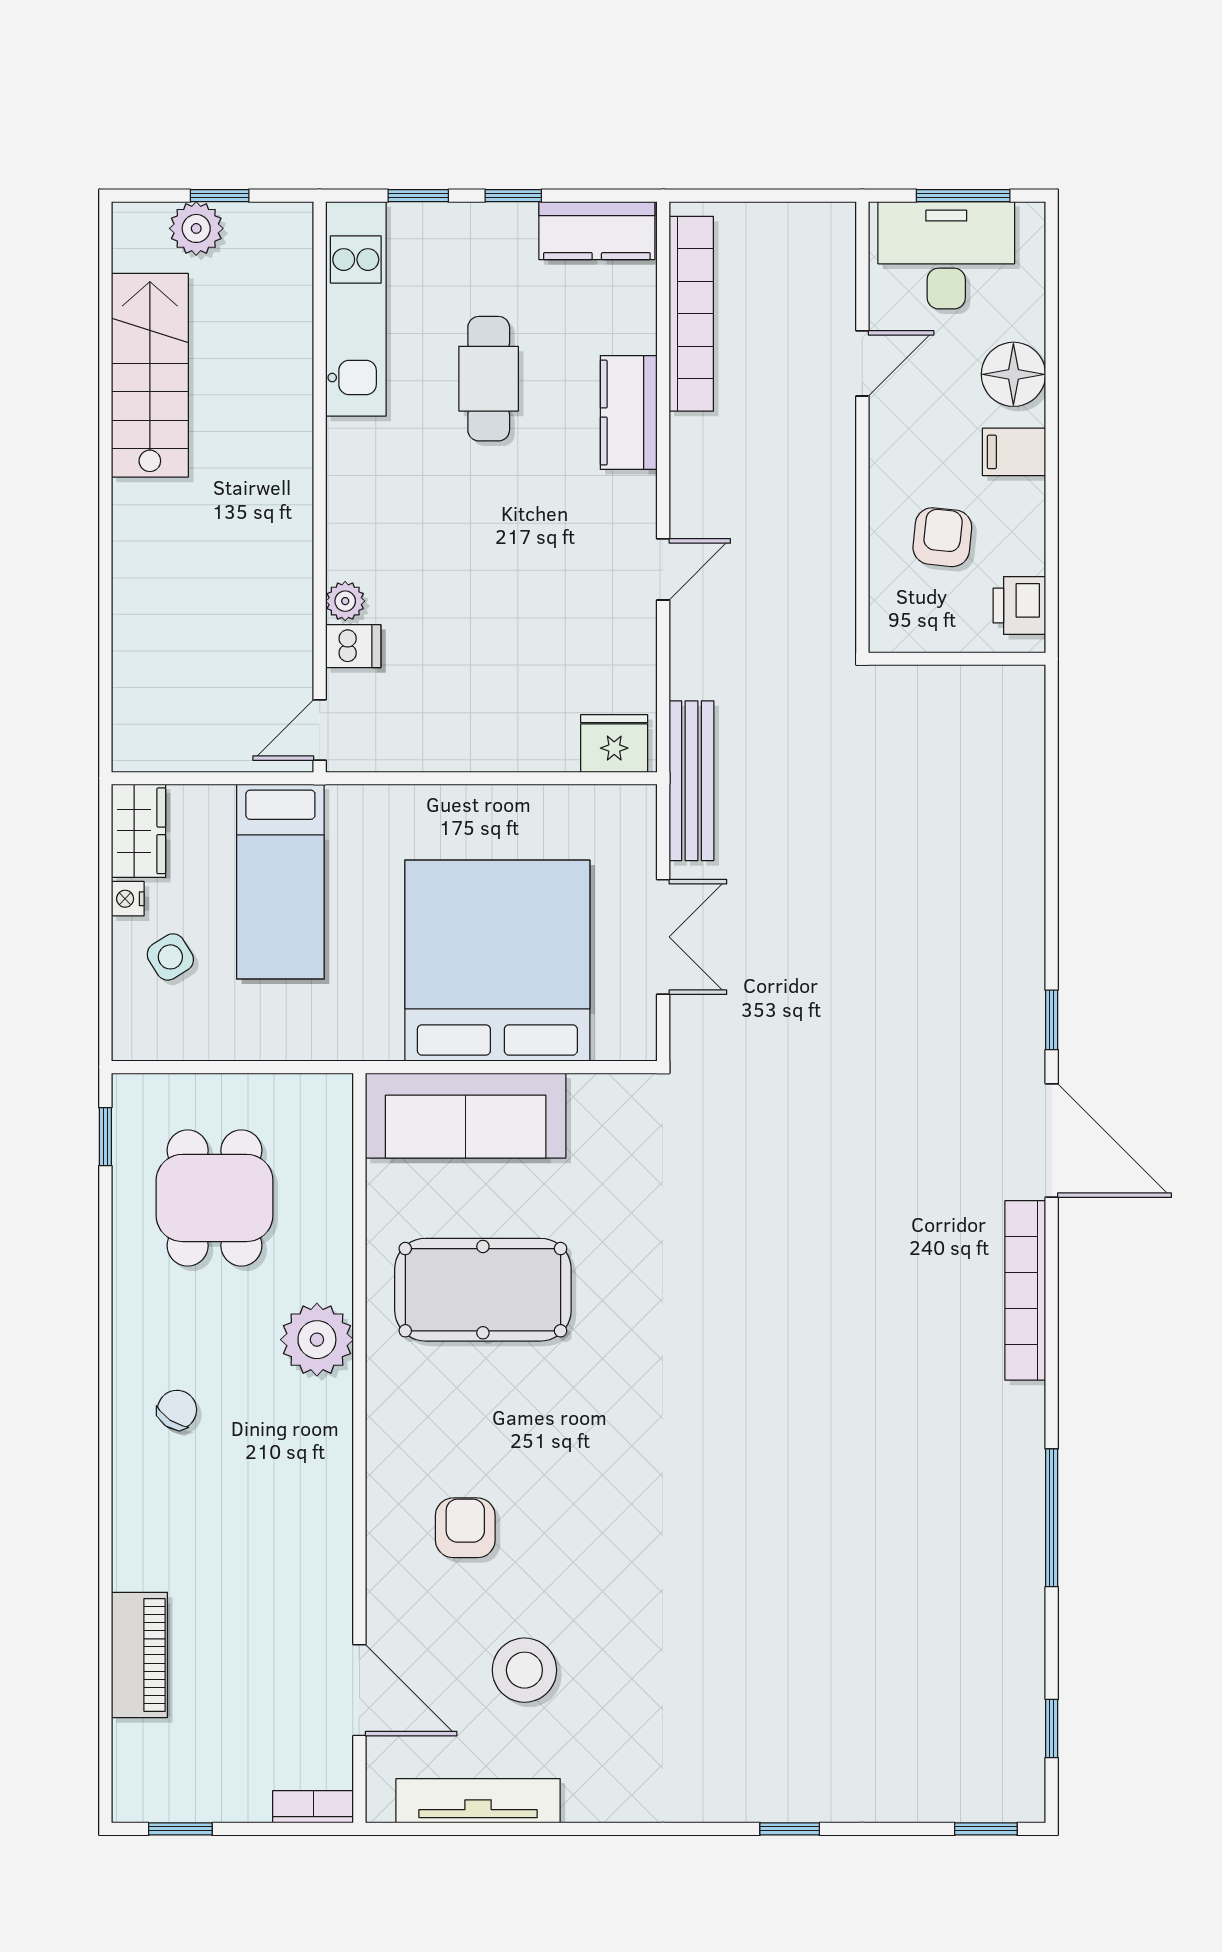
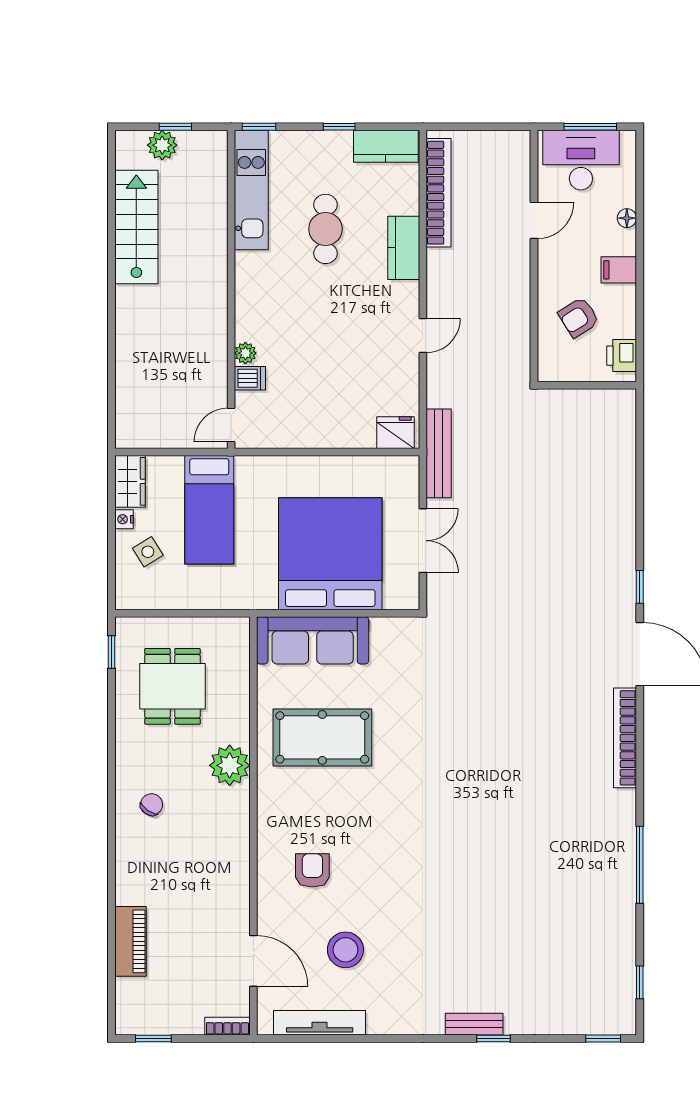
window: (418, 196) -> (259, 127), moved
floor lamp: (1013, 374) -> (627, 218), width x0.53, depth x0.53
armchair: (942, 537) -> (579, 317), turned -128
bench: (755, 1803) -> (474, 1024), added

